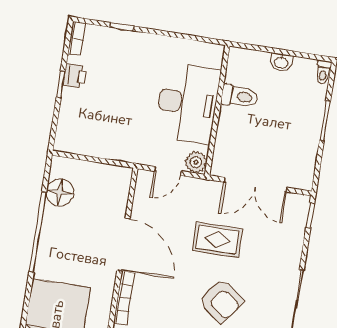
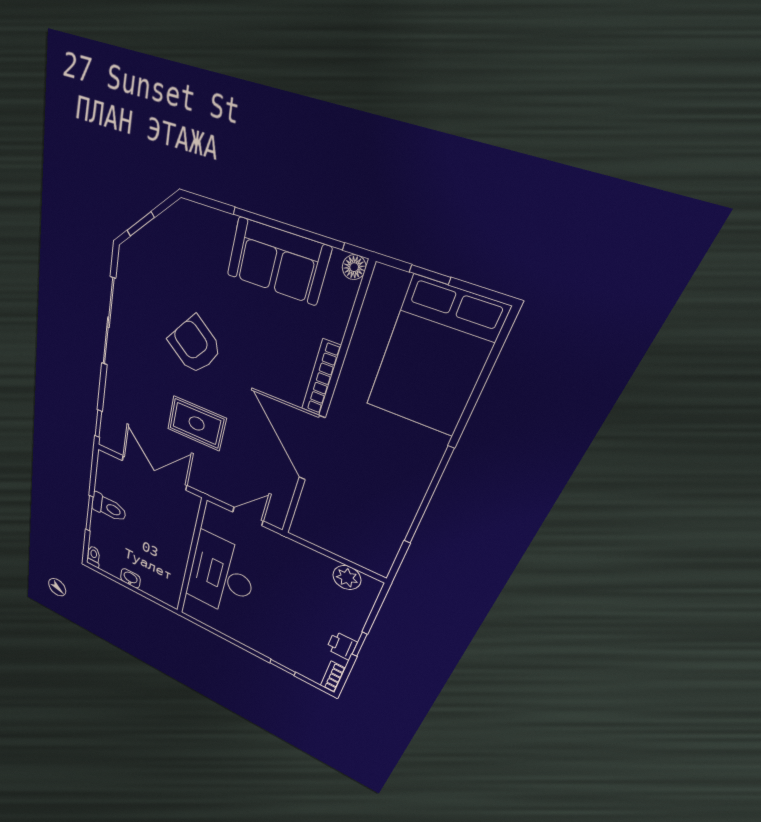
toilet: (240, 96) -> (109, 508), moved, turned 180
plant: (196, 162) -> (347, 578), moved
floor lamp: (60, 192) -> (385, 534), removed

